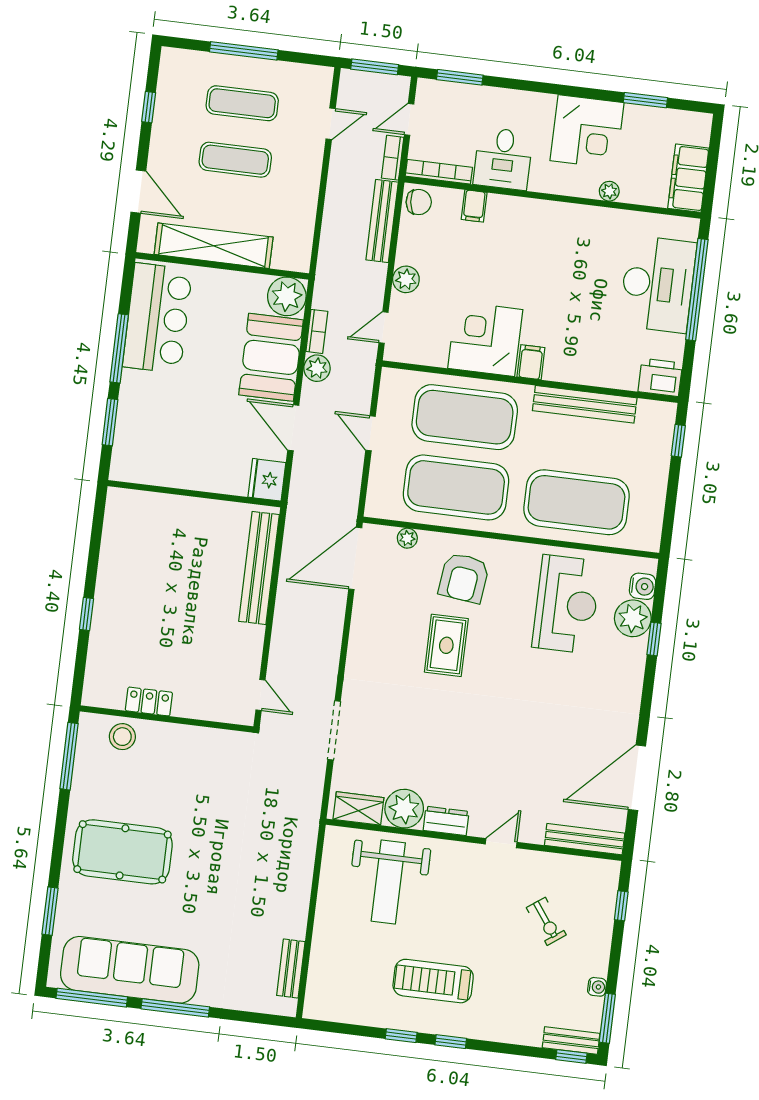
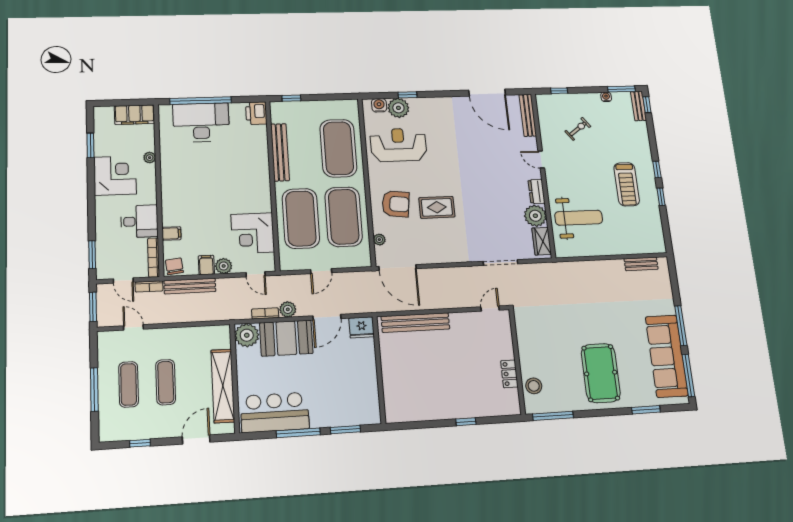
corner desk: (485, 339) -> (253, 233), moved
filing cabinet: (531, 362) -> (206, 265), moved, turned 90

